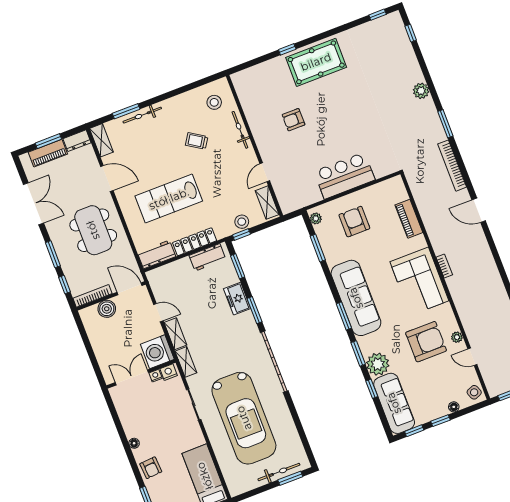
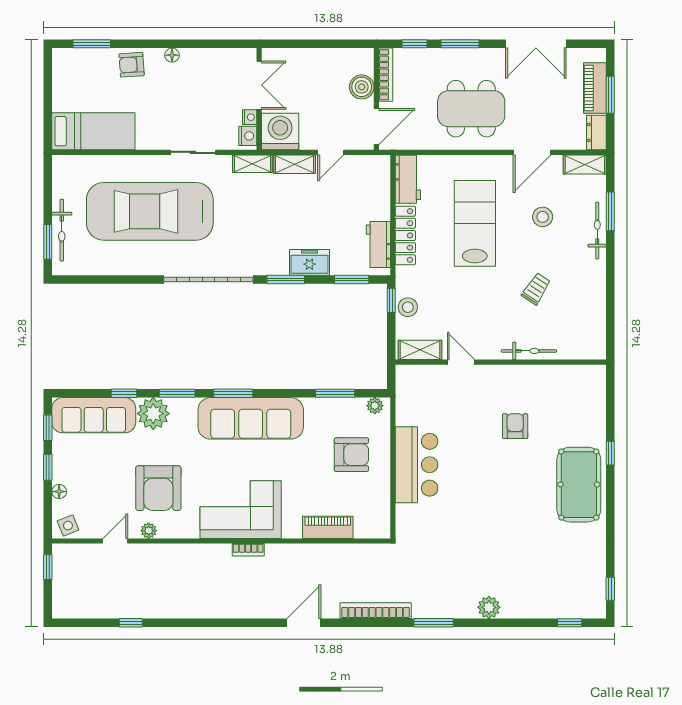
stool: (214, 102) -> (543, 217), moved

